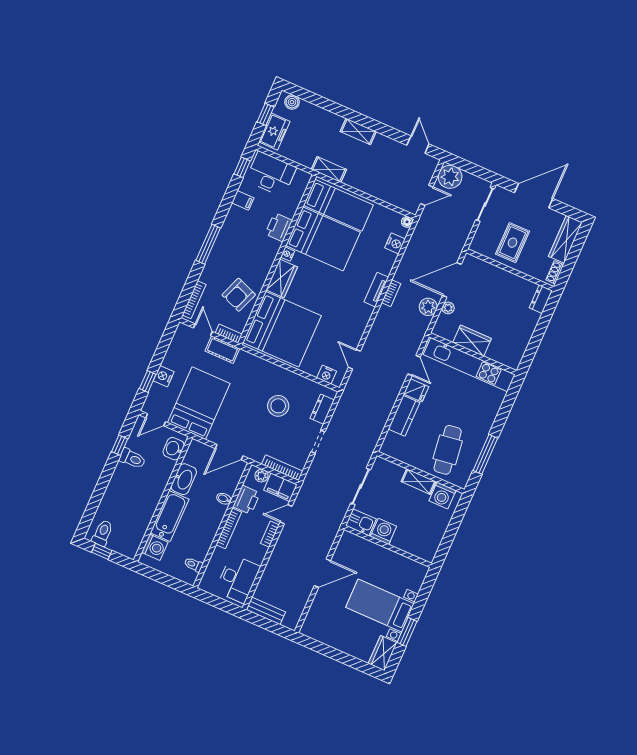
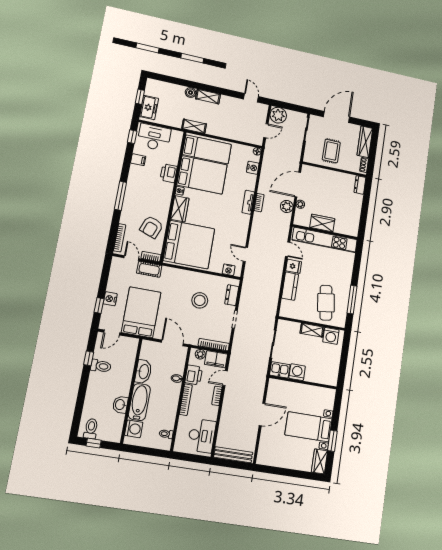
boiler: (292, 102) -> (190, 93), moved
washbasin: (174, 449) -> (120, 405), moved
door: (229, 452) -> (172, 343), swing flipped
bench: (266, 611) -> (233, 455), width x1.36

